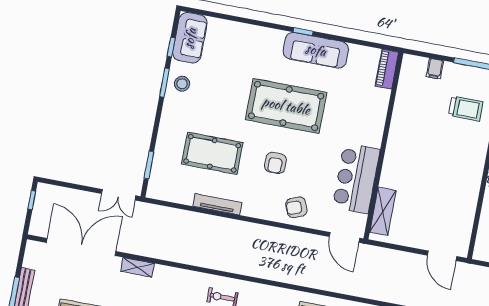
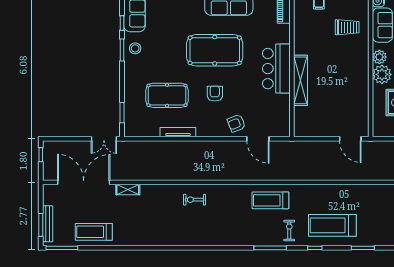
armchair: (275, 163) -> (215, 94), turned 180
bar counter: (356, 178) -> (276, 69), moved
shelving: (383, 211) -> (301, 80), moved, width x1.47
door: (344, 237) -> (258, 139), moved

